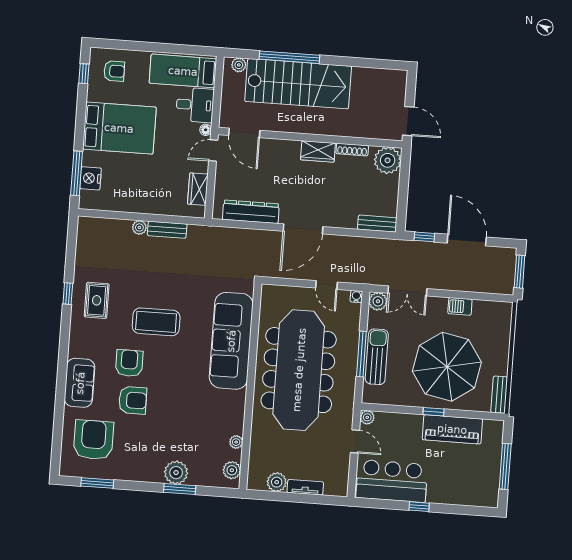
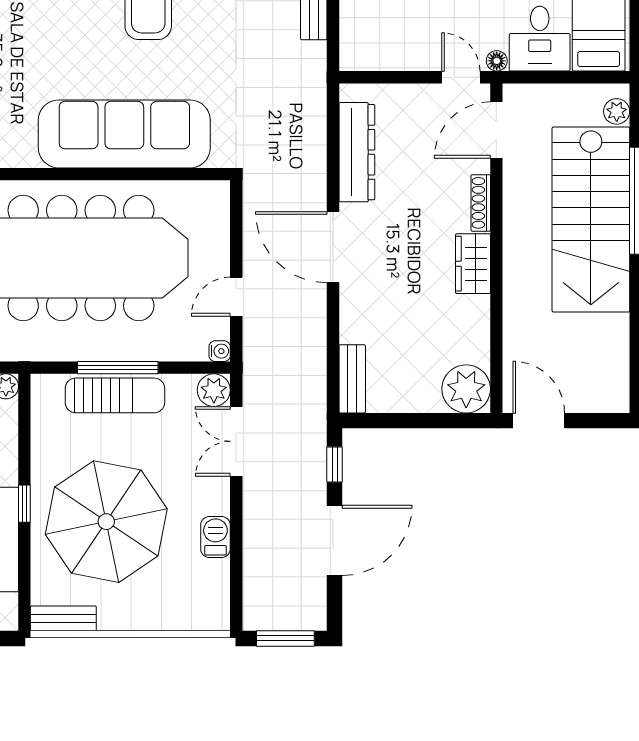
door: (408, 121) -> (539, 421), swing flipped
shoe rack: (352, 150) -> (481, 203), moved
wardrobe: (198, 189) -> (390, 55), removed

